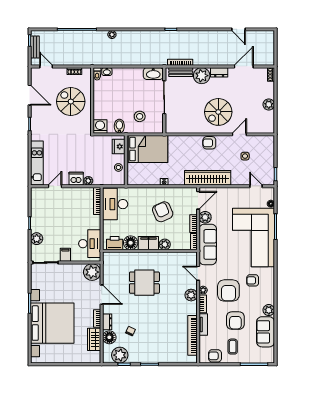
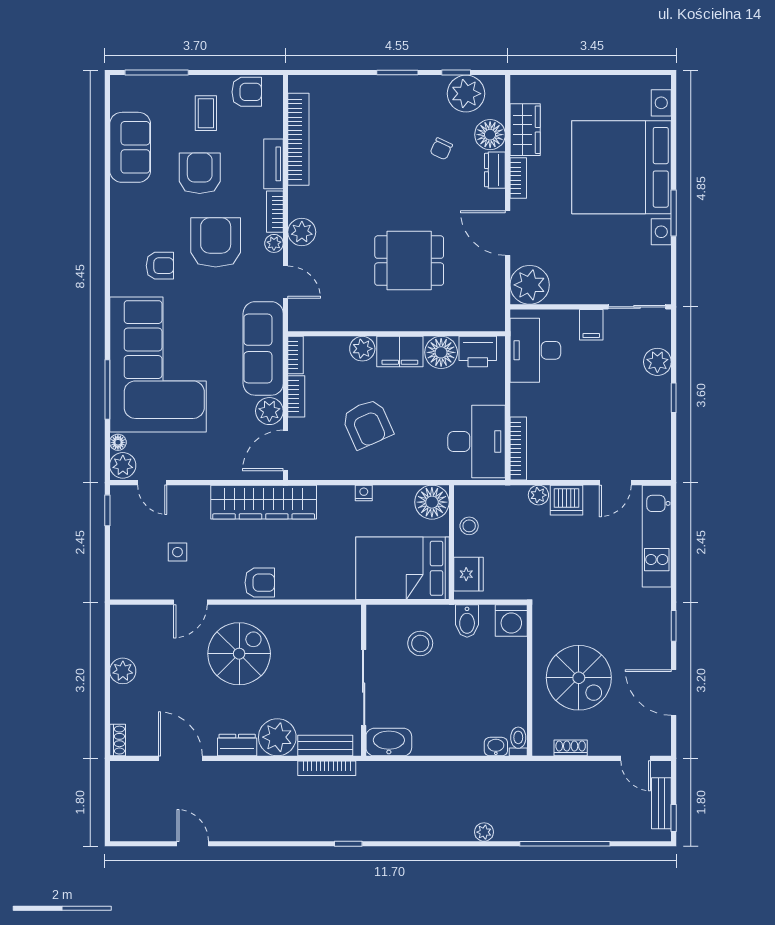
door: (244, 66) -> (180, 758), swing flipped
floor lamp: (135, 178) -> (432, 502), added
plant: (269, 310) -> (123, 465), moved

